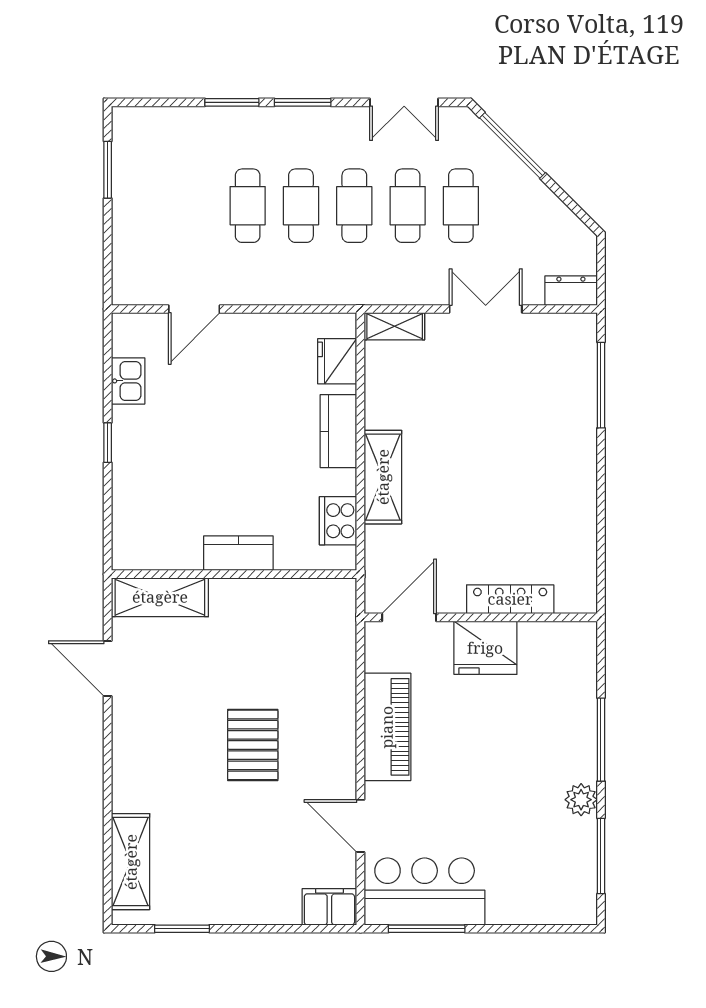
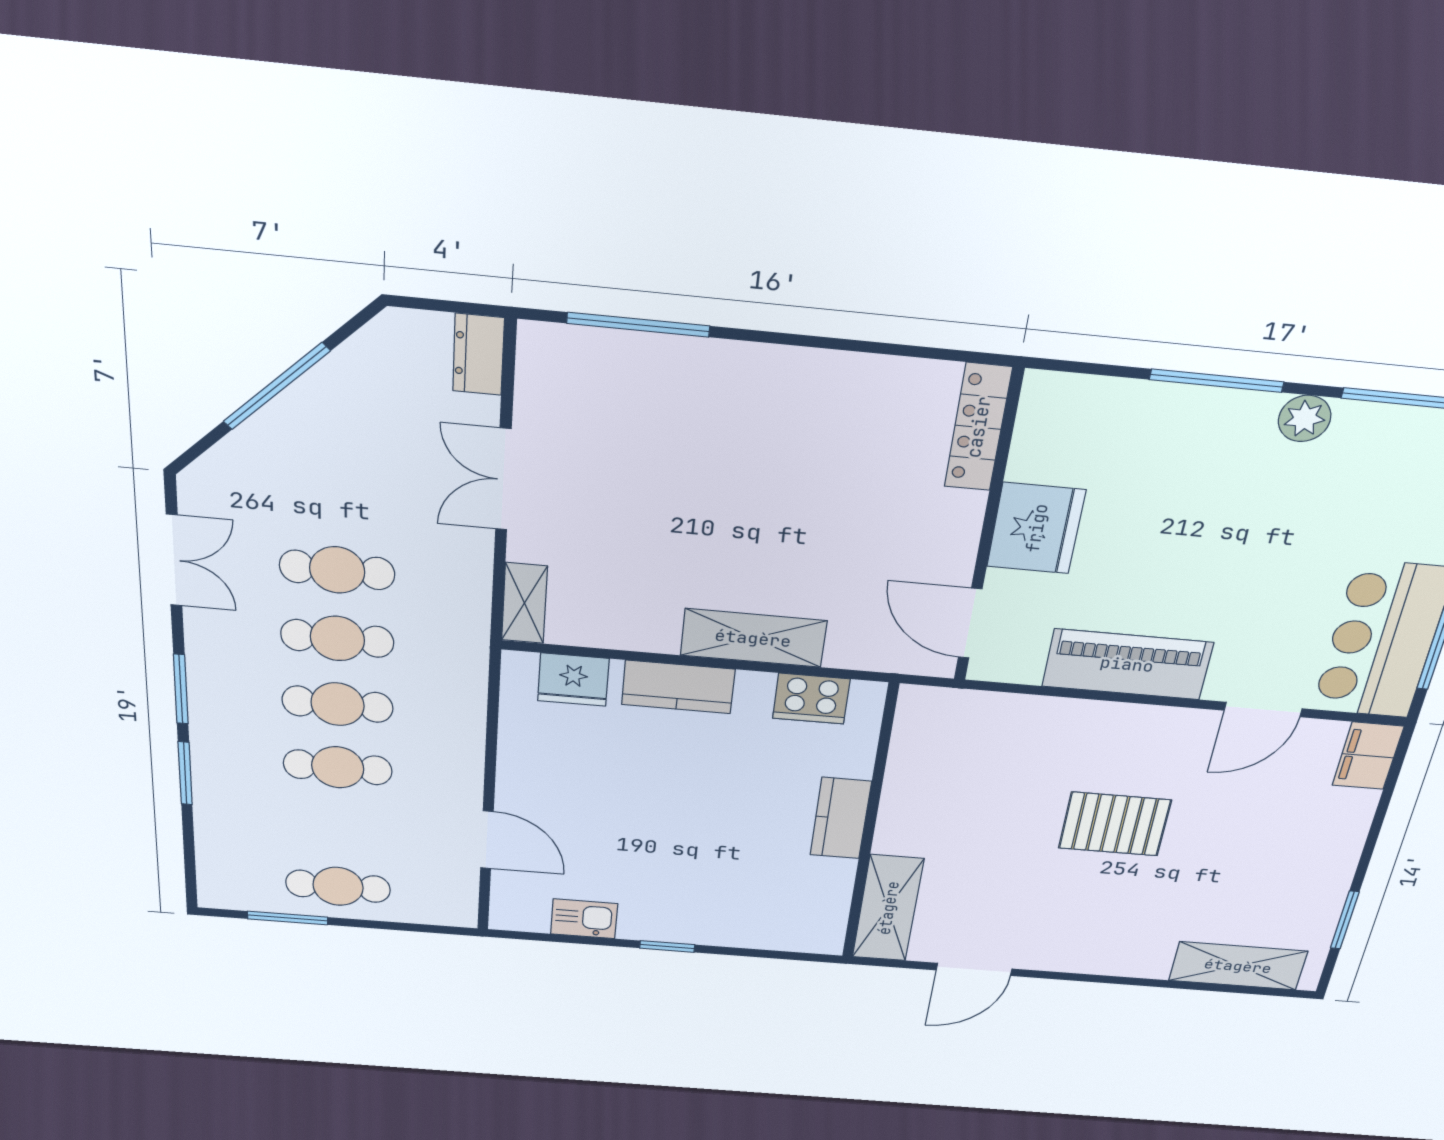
window: (512, 145) -> (276, 386), moved
cafe table: (461, 206) -> (338, 886), moved
locker: (510, 599) -> (978, 427), moved

